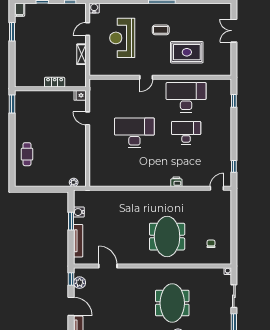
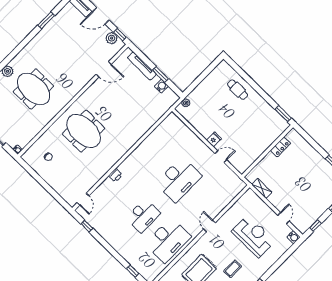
shelving: (81, 54) -> (262, 188), moved
locker: (55, 82) -> (281, 147), moved
fridge: (80, 95) -> (214, 139), moved

